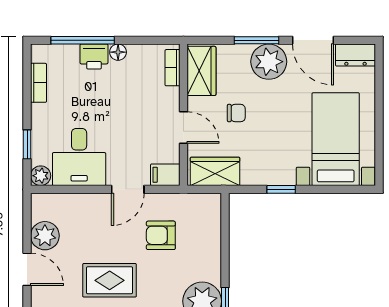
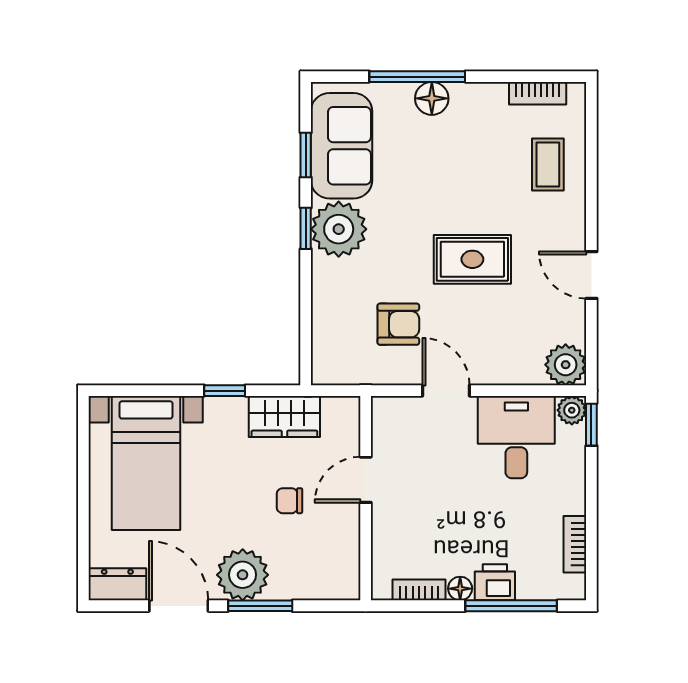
bookcase: (172, 68) -> (419, 590), moved, turned -90
wardrobe: (201, 71) -> (340, 561), removed
door: (183, 128) -> (366, 480), hinge flipped
window: (27, 144) -> (591, 425), moved
wardrobe: (215, 171) -> (284, 416), moved
filing cabinet: (165, 175) -> (392, 412), removed
door: (128, 189) -> (446, 391), hinge flipped
plant: (45, 236) -> (566, 365), moved

